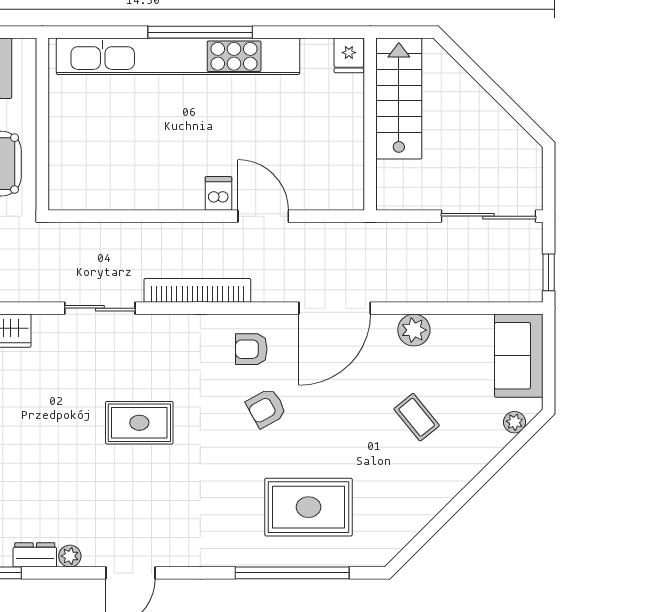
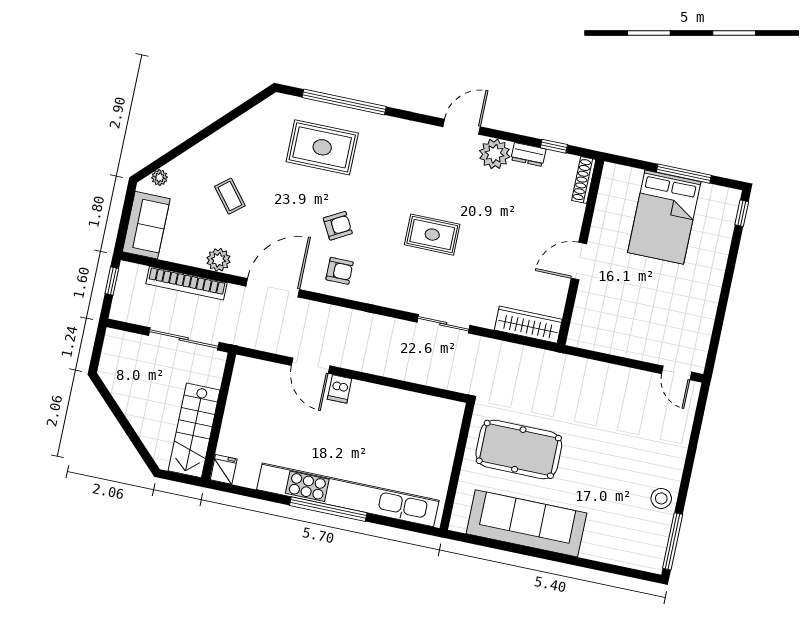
sliding door: (488, 216) -> (184, 339), moved
bookcase: (197, 290) -> (187, 283), moved
plant: (70, 556) -> (495, 154), width x1.88, depth x1.88

